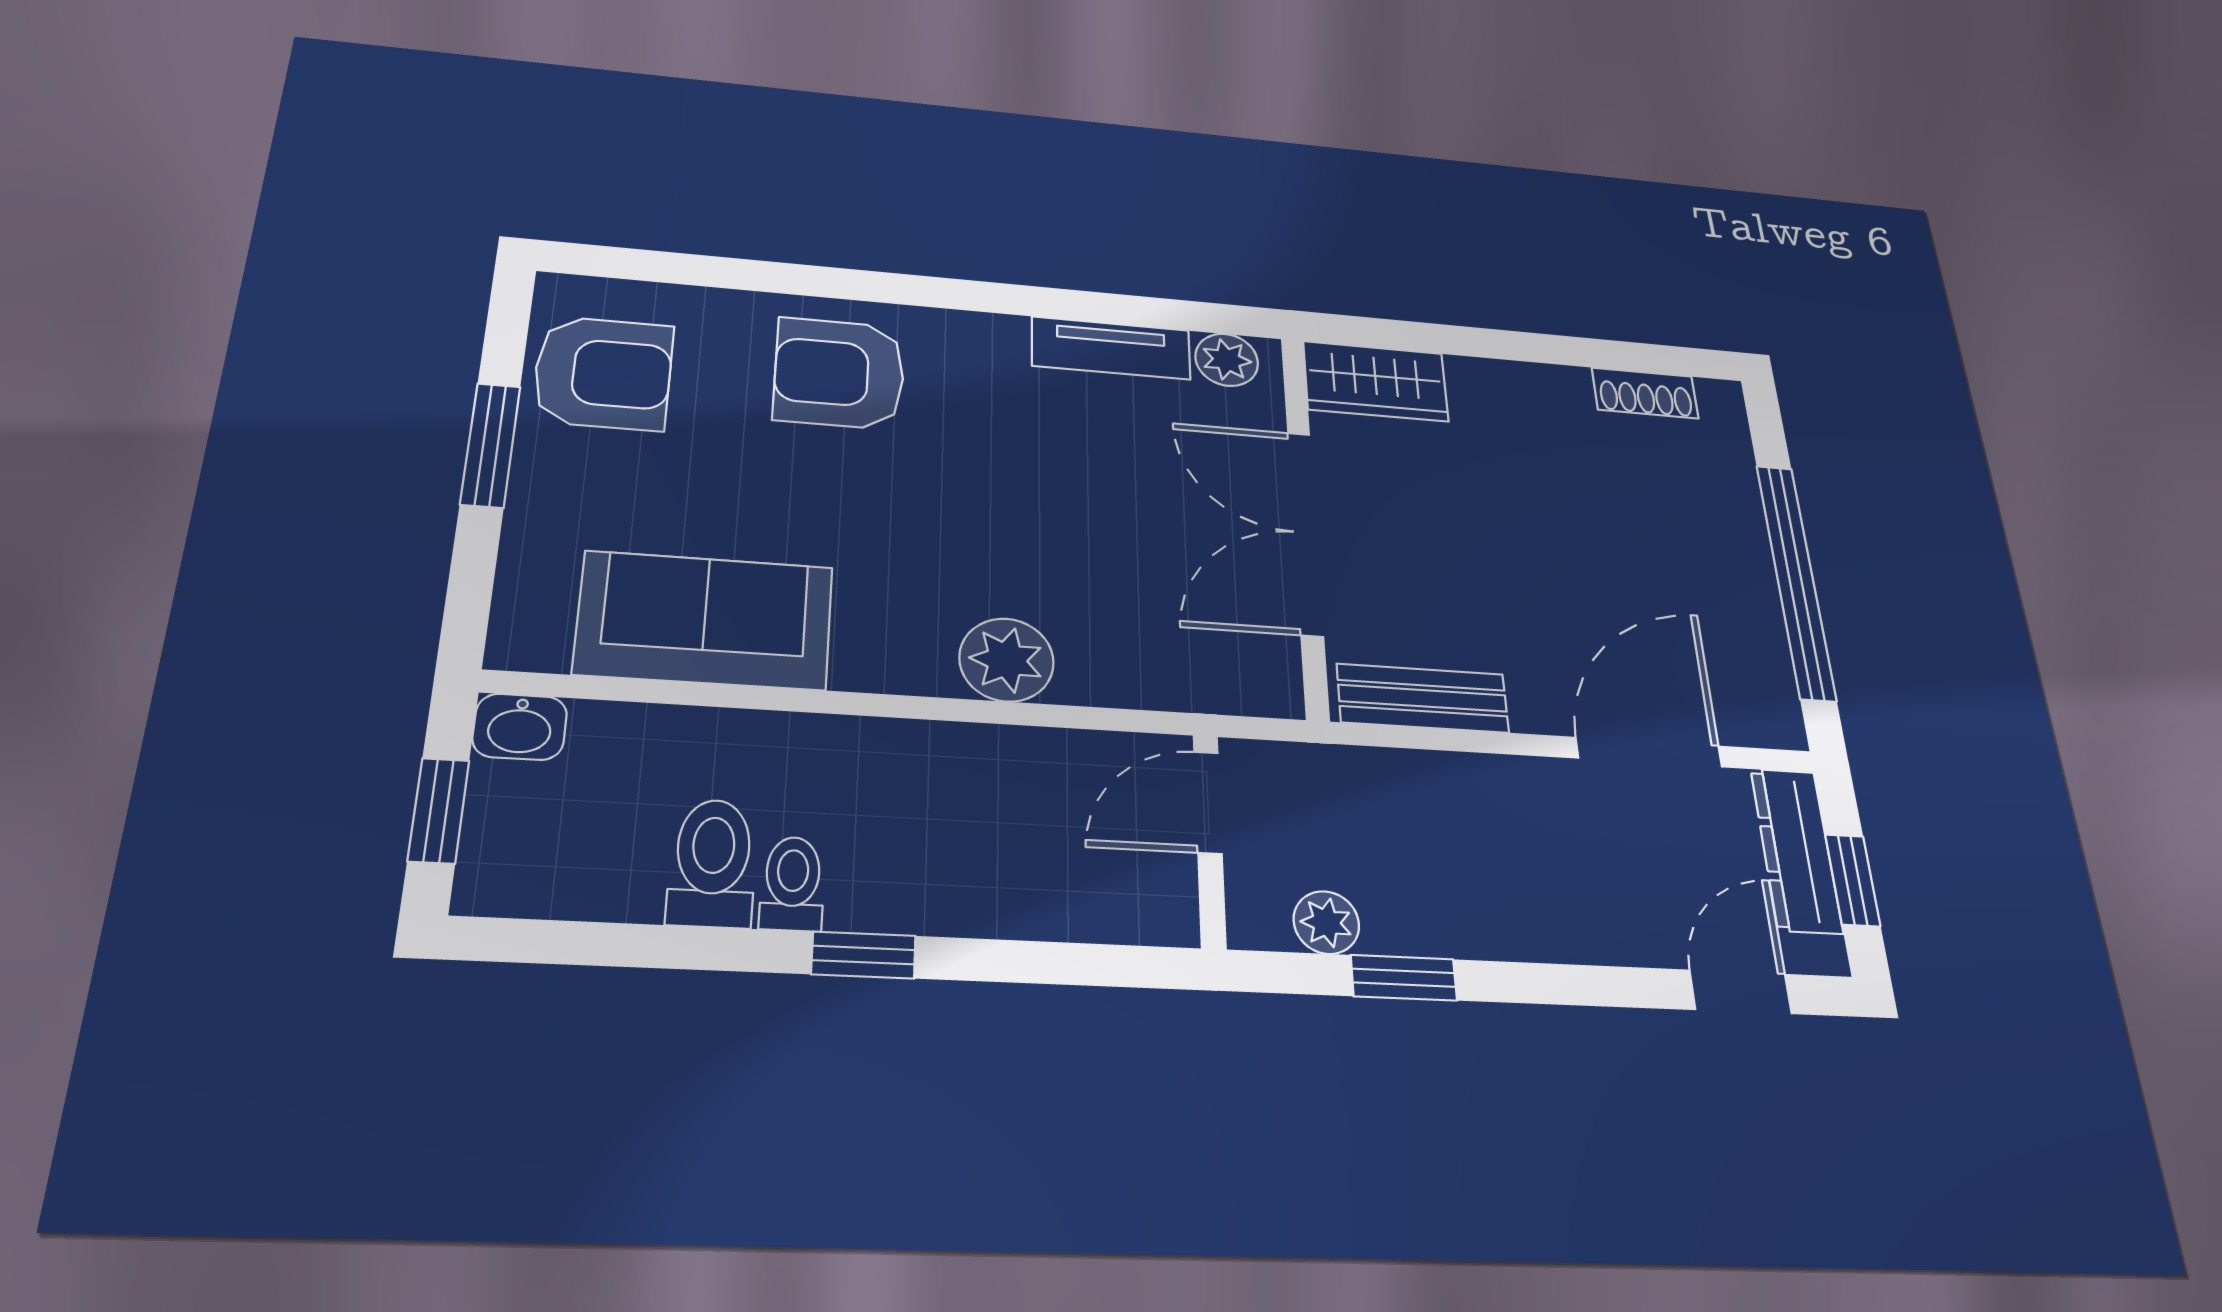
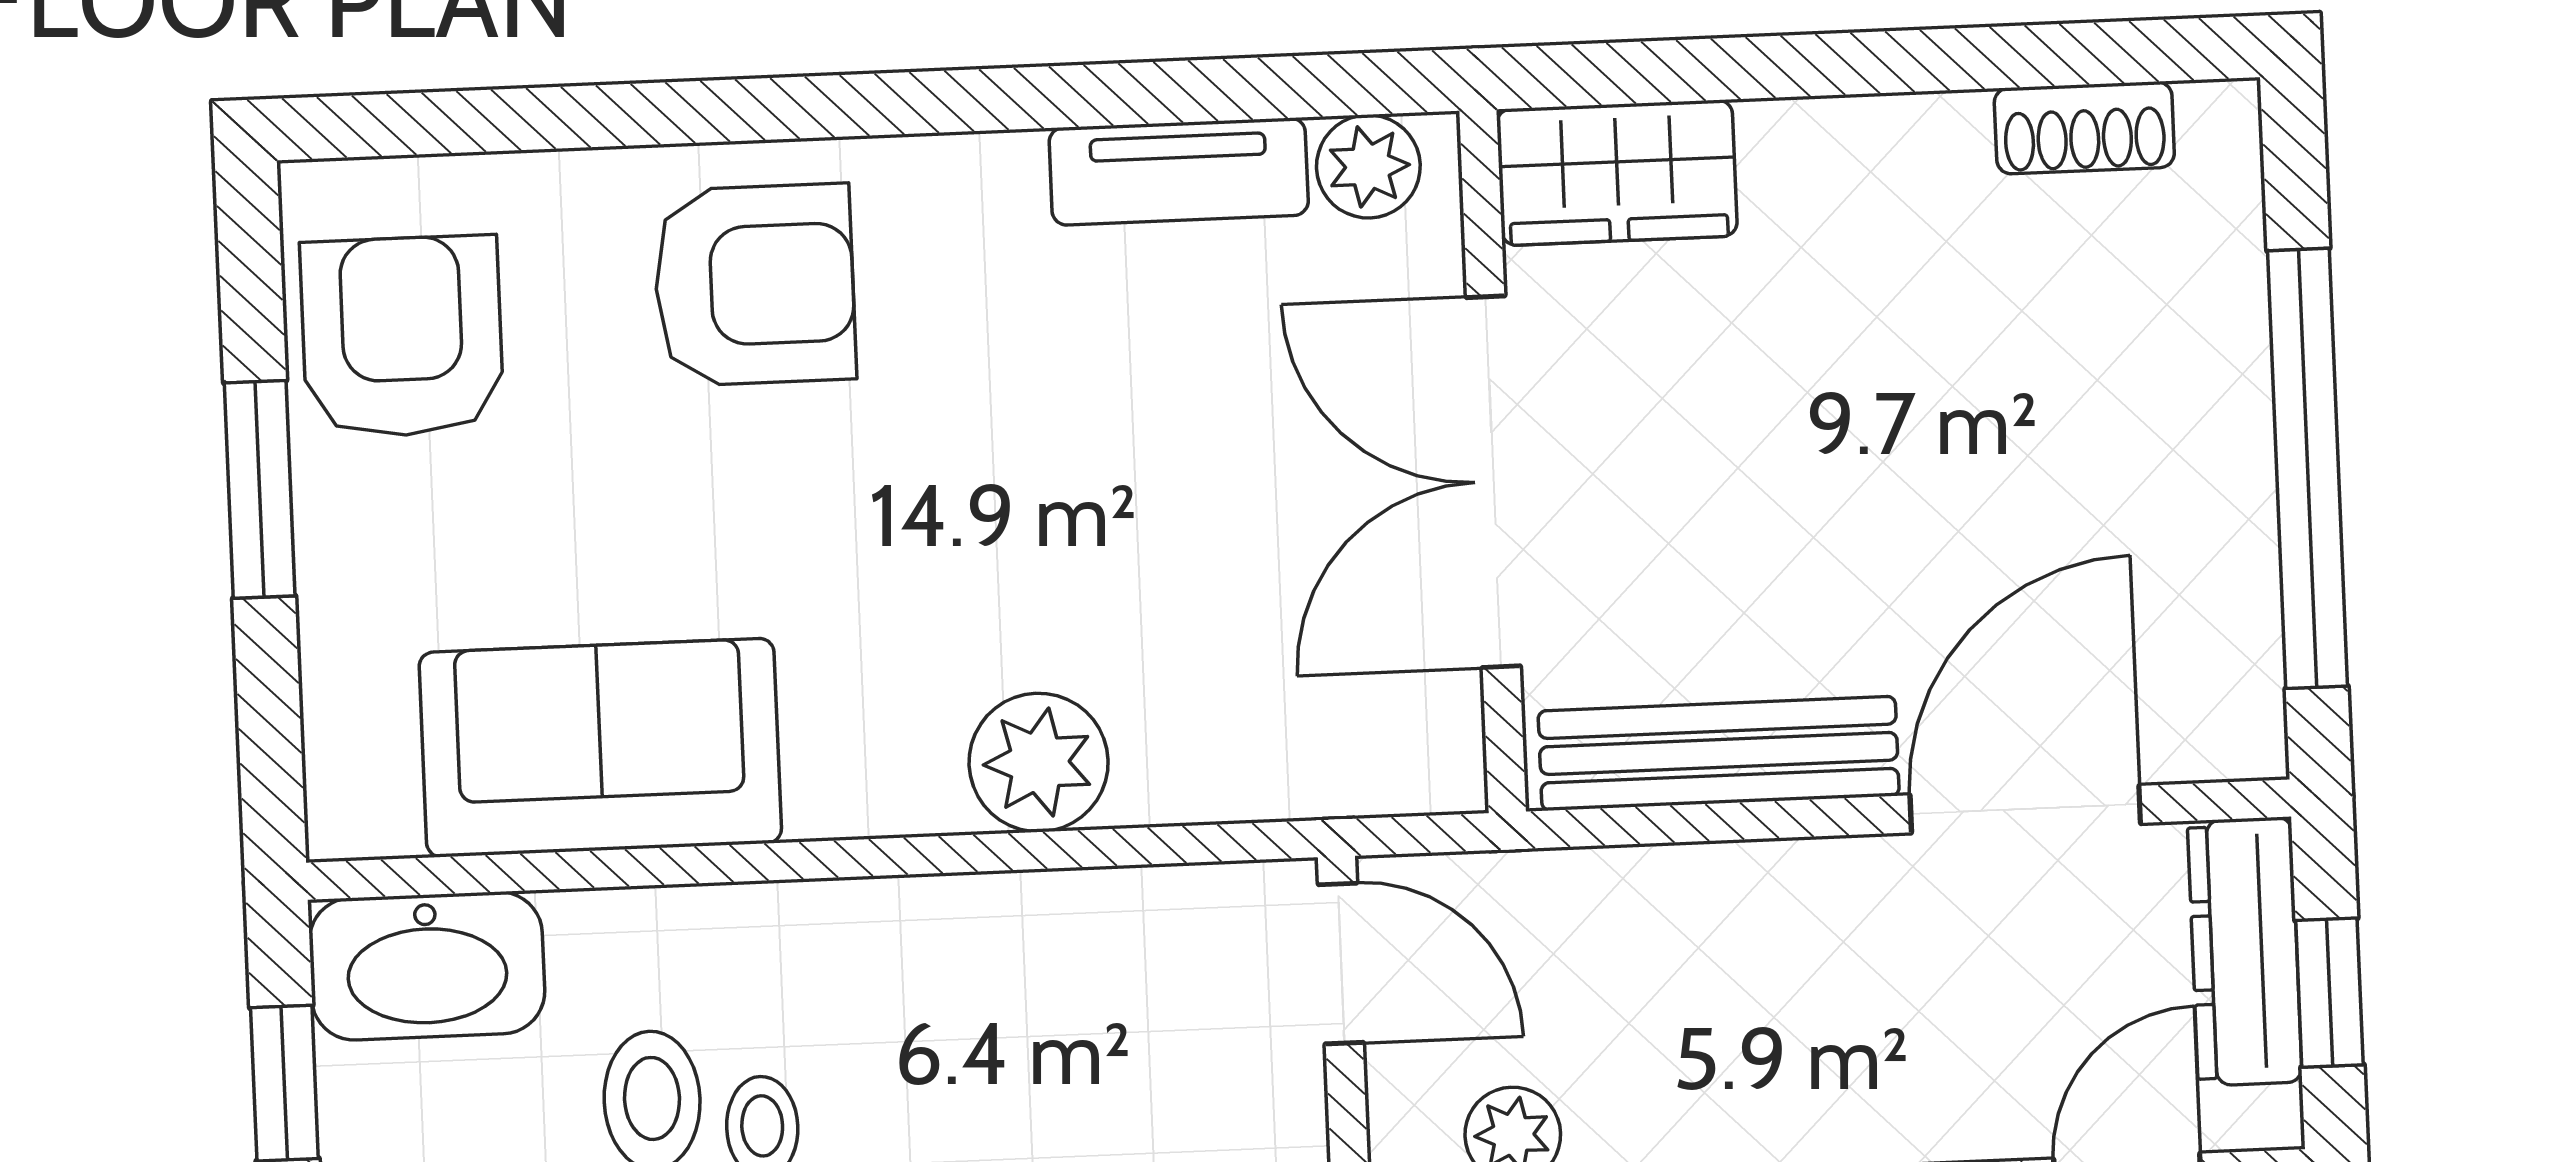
armchair: (603, 373) -> (402, 337), turned -90
armchair: (839, 373) -> (755, 285), turned 180
bench: (1423, 698) -> (1719, 753), width x1.36
washbasin: (520, 727) -> (427, 966), width x1.91, depth x1.45
door: (1208, 802) -> (1341, 963), swing flipped

